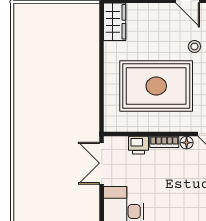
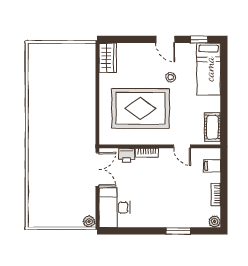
floor lamp: (187, 143) -> (164, 153), removed
double door: (102, 163) -> (97, 169), swing flipped

